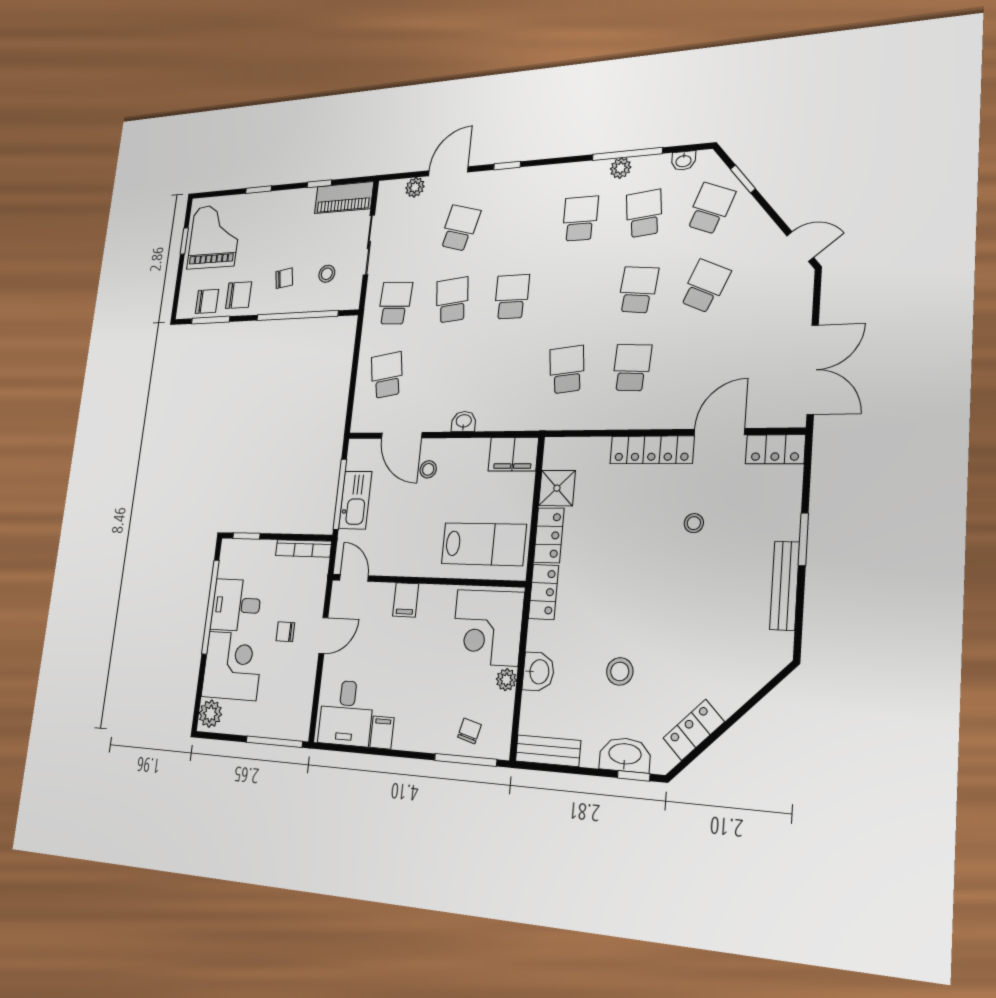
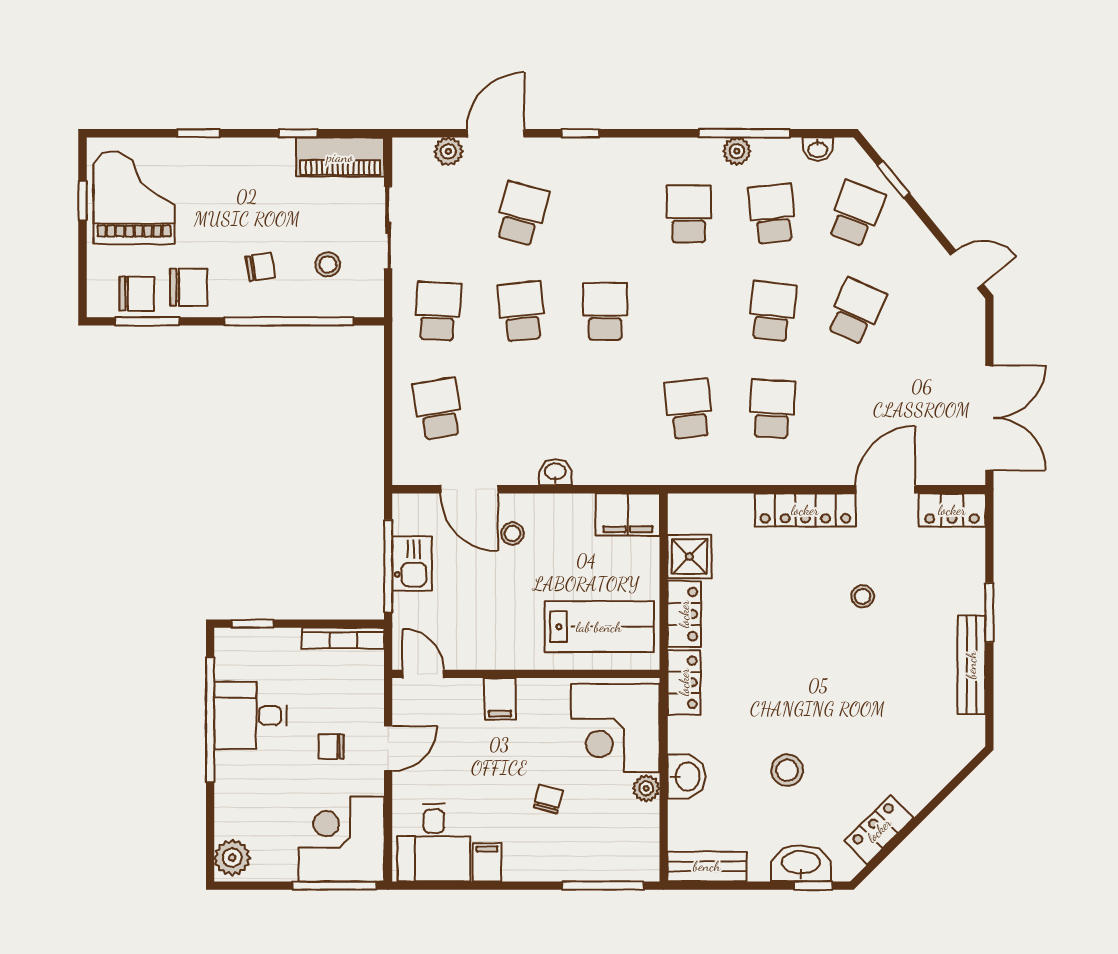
kitchen sink: (355, 500) -> (412, 564), width x0.73
corner desk: (232, 666) -> (342, 839), moved, turned -90
chair: (469, 731) -> (548, 799), moved

